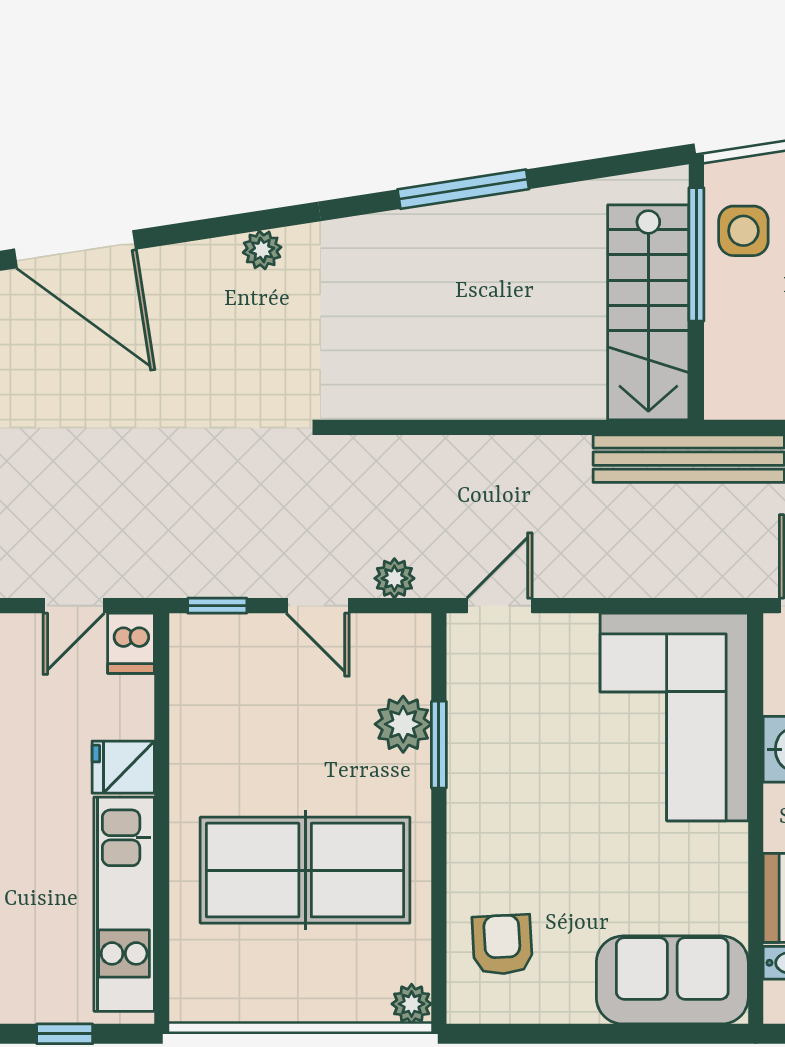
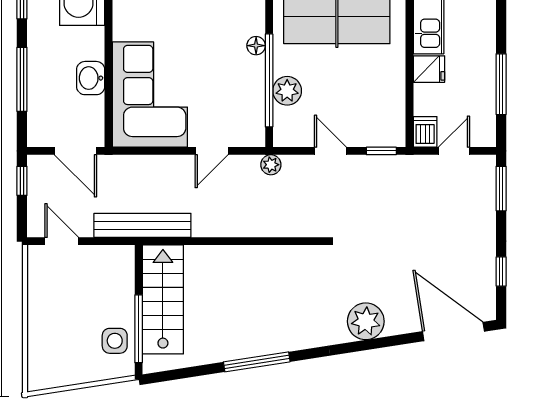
plant: (262, 250) -> (366, 321), width x1.87, depth x1.87
plant: (394, 578) -> (271, 165), moved
door: (499, 606) -> (212, 151), moved
window: (439, 745) -> (269, 80), width x2.11
floor lamp: (465, 813) -> (256, 46), added

